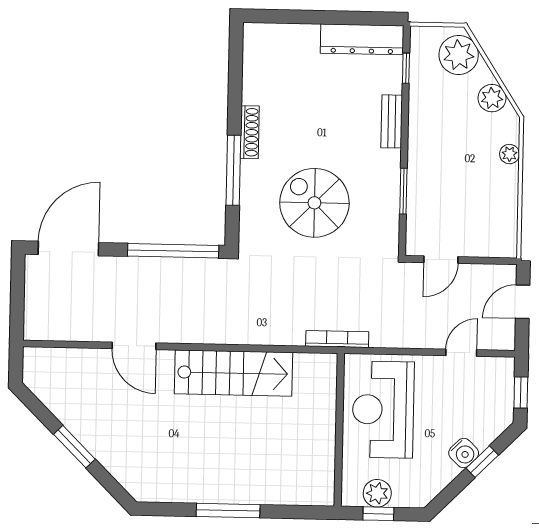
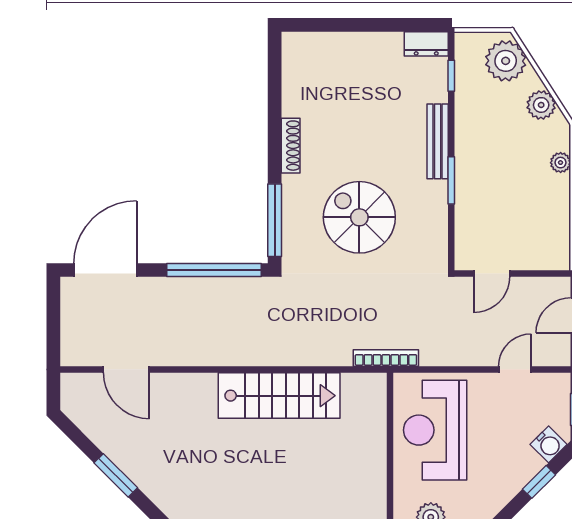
dresser: (362, 39) -> (426, 44), width x0.51, depth x0.80
bench: (392, 121) -> (438, 141), width x1.36
window: (233, 170) -> (275, 220), moved
window: (403, 191) -> (451, 180), moved
door: (134, 346) -> (126, 369), moved
water cooler: (464, 453) -> (549, 444), moved

